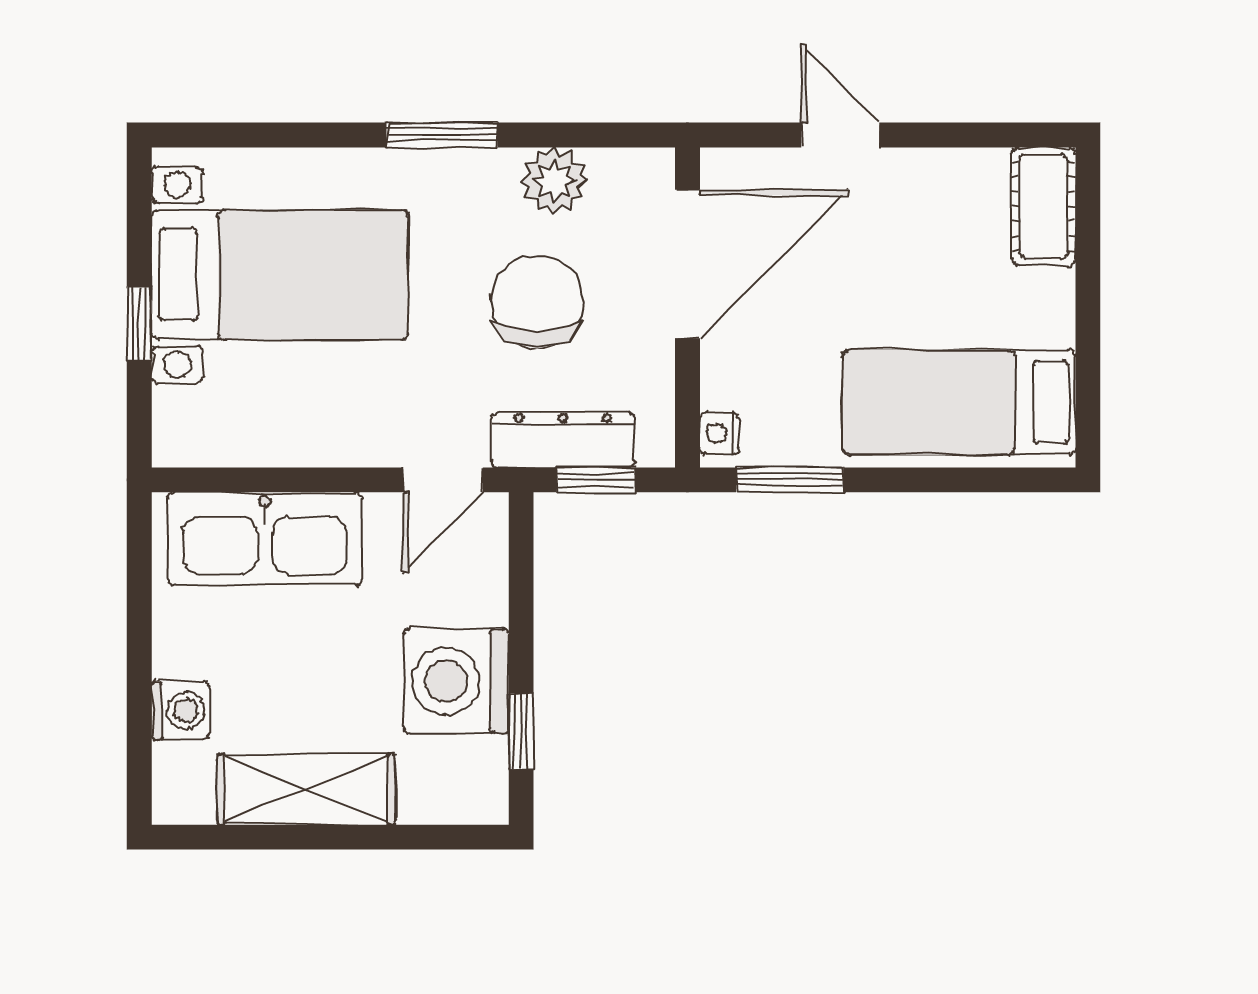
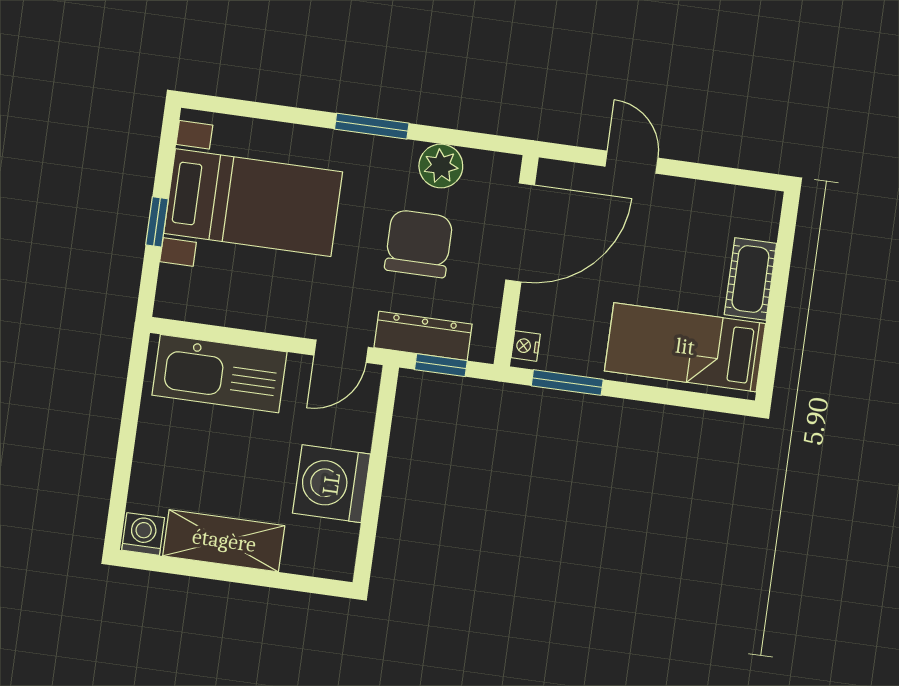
cot: (1043, 206) -> (750, 279), moved
washing machine: (180, 710) -> (143, 534), moved, turned -90
window: (521, 731) -> (369, 522), removed

